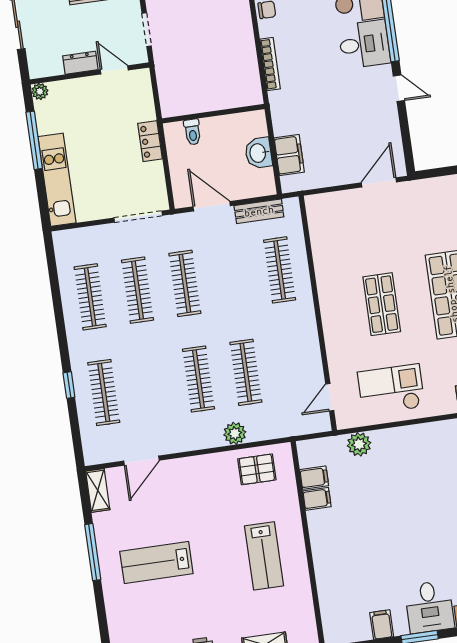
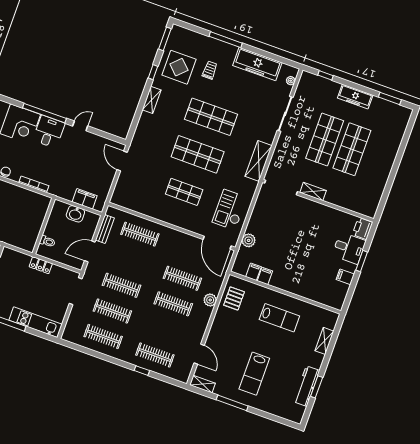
door: (330, 397) -> (217, 243), width x1.87

